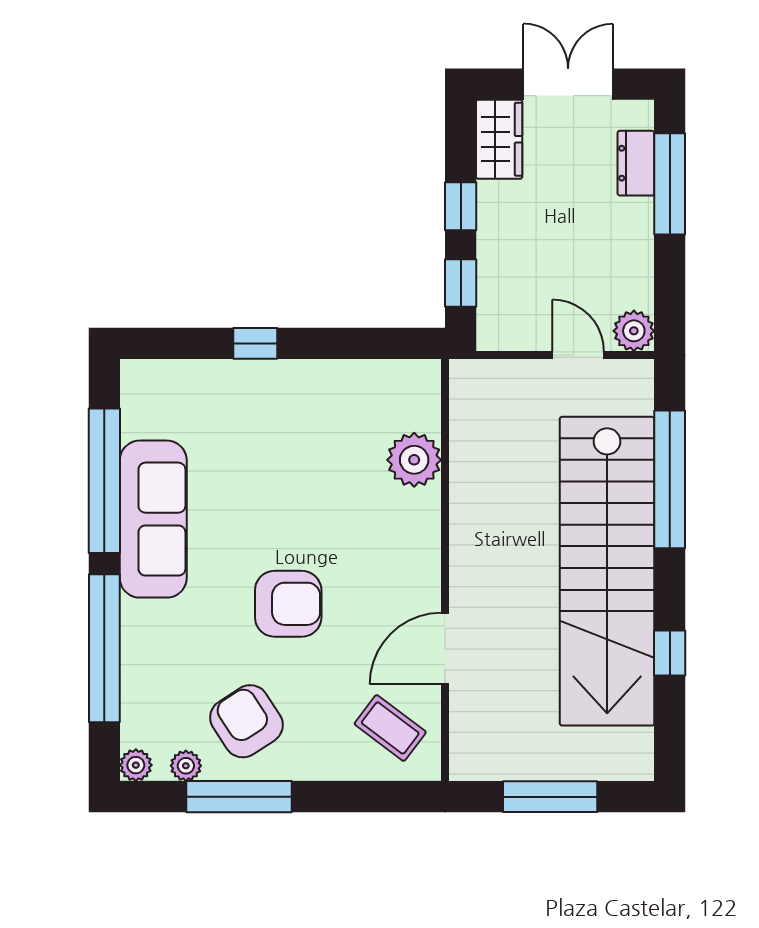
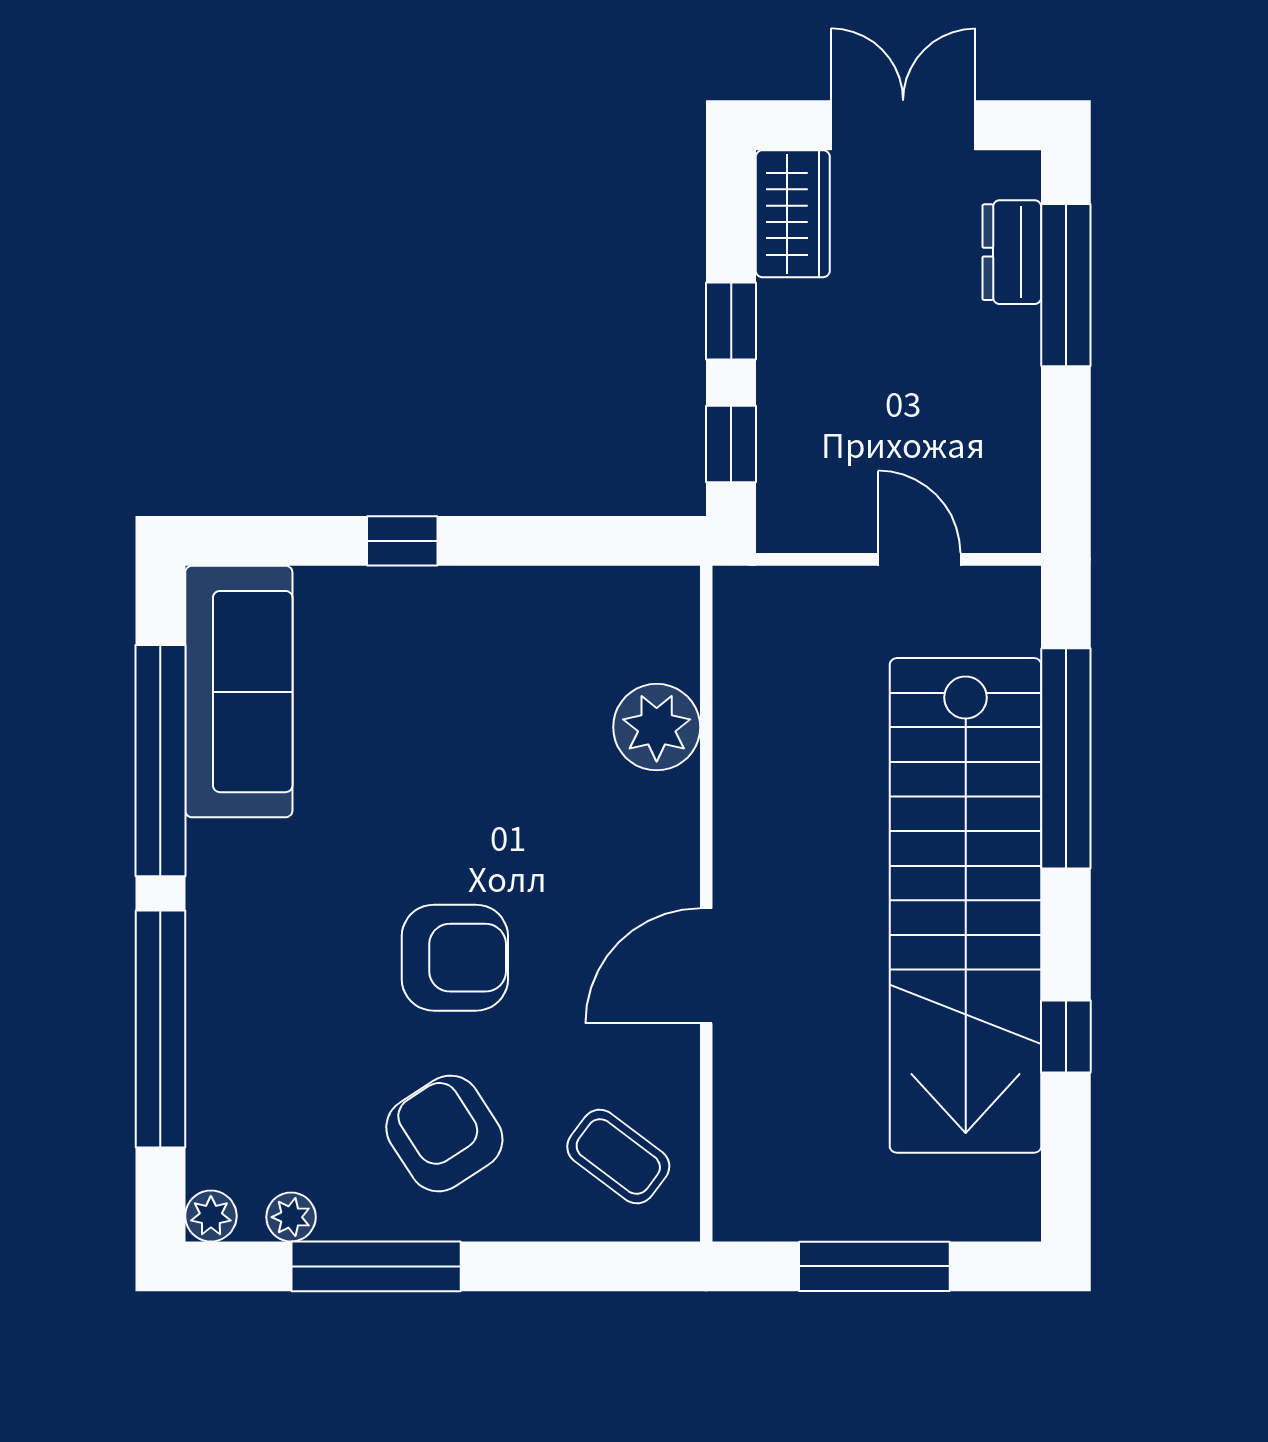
plant: (634, 331) -> (1008, 521), removed
sofa: (153, 519) -> (239, 692), moved
door: (445, 649) -> (706, 966), moved
armchair: (246, 721) -> (444, 1133), moved

